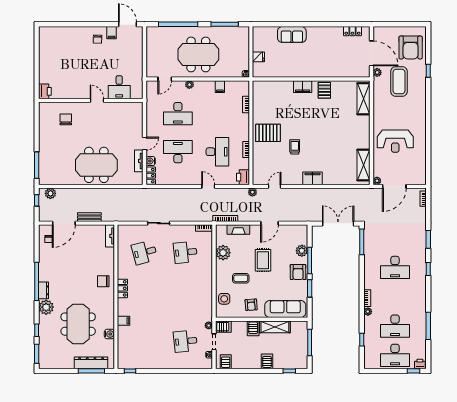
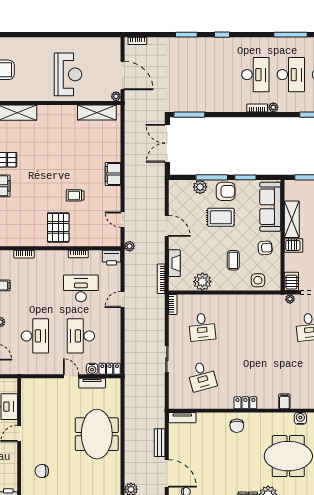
rug: (263, 260) -> (221, 217), moved
desk: (395, 267) -> (255, 75), moved

